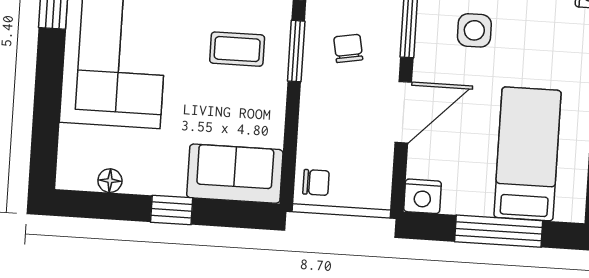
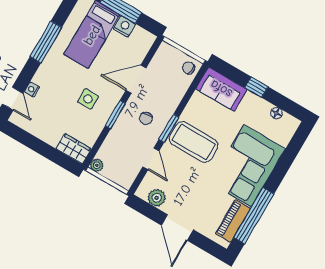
coffee table: (237, 49) -> (194, 142), width x1.86, depth x1.72
nightstand: (422, 196) -> (124, 26), moved

